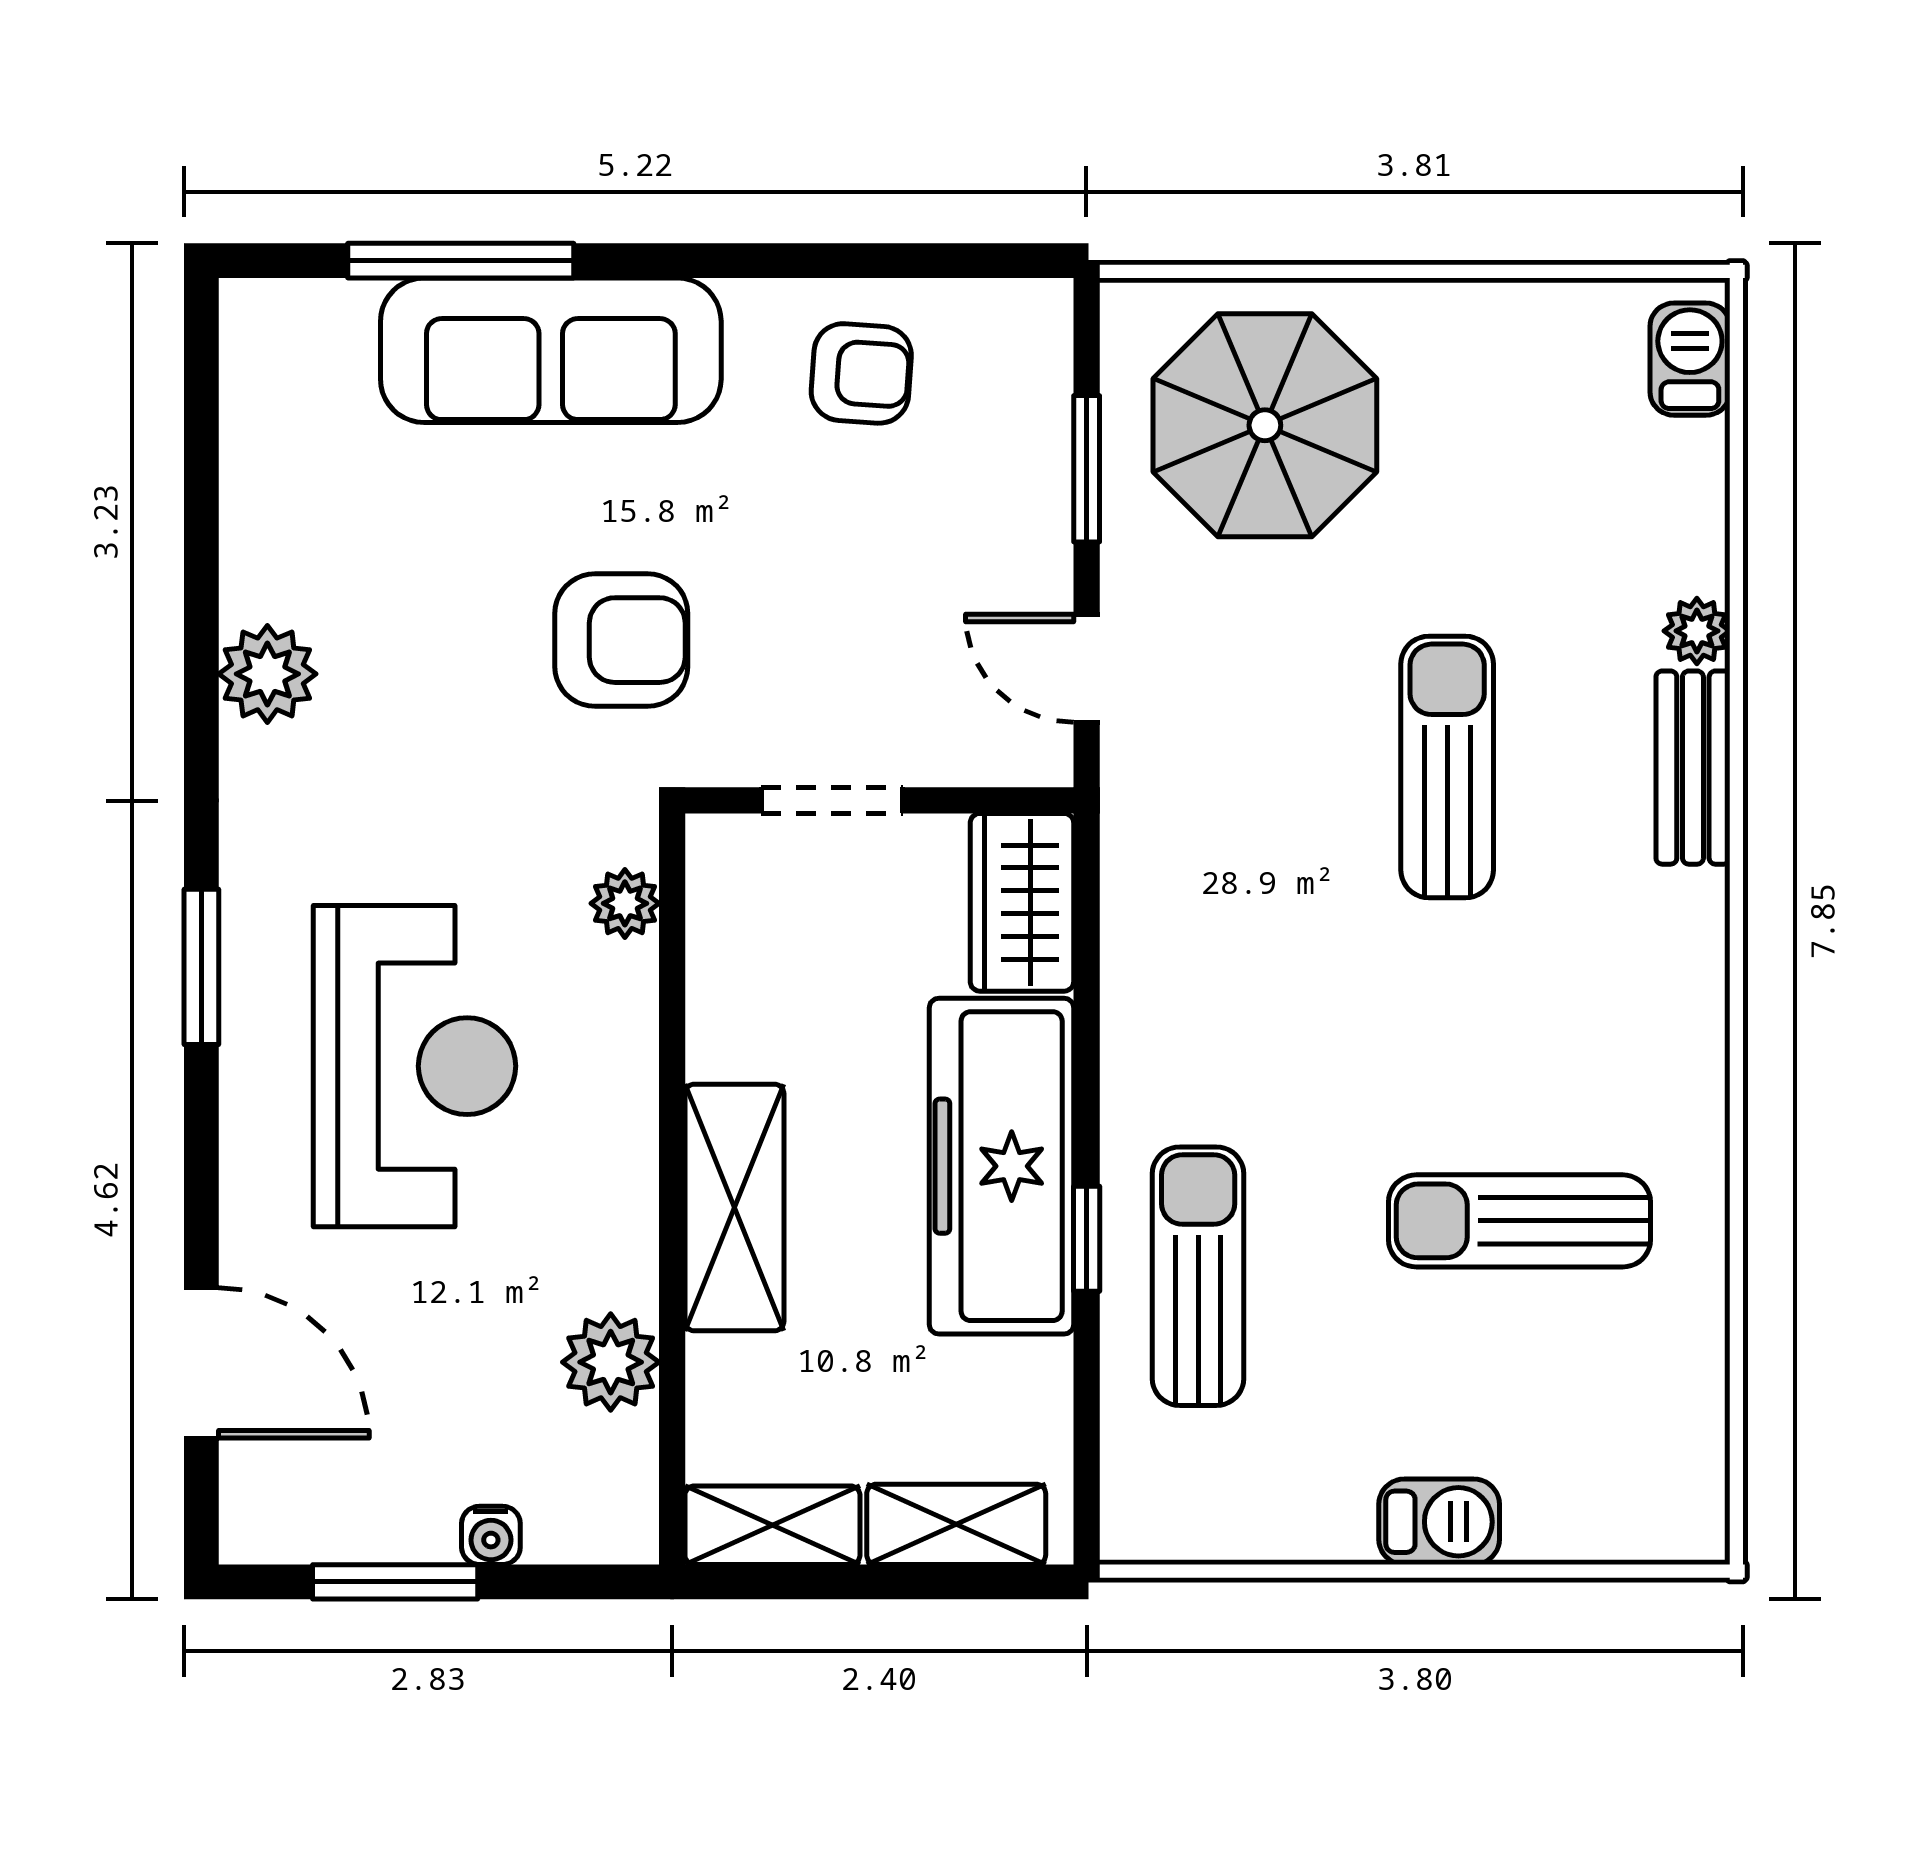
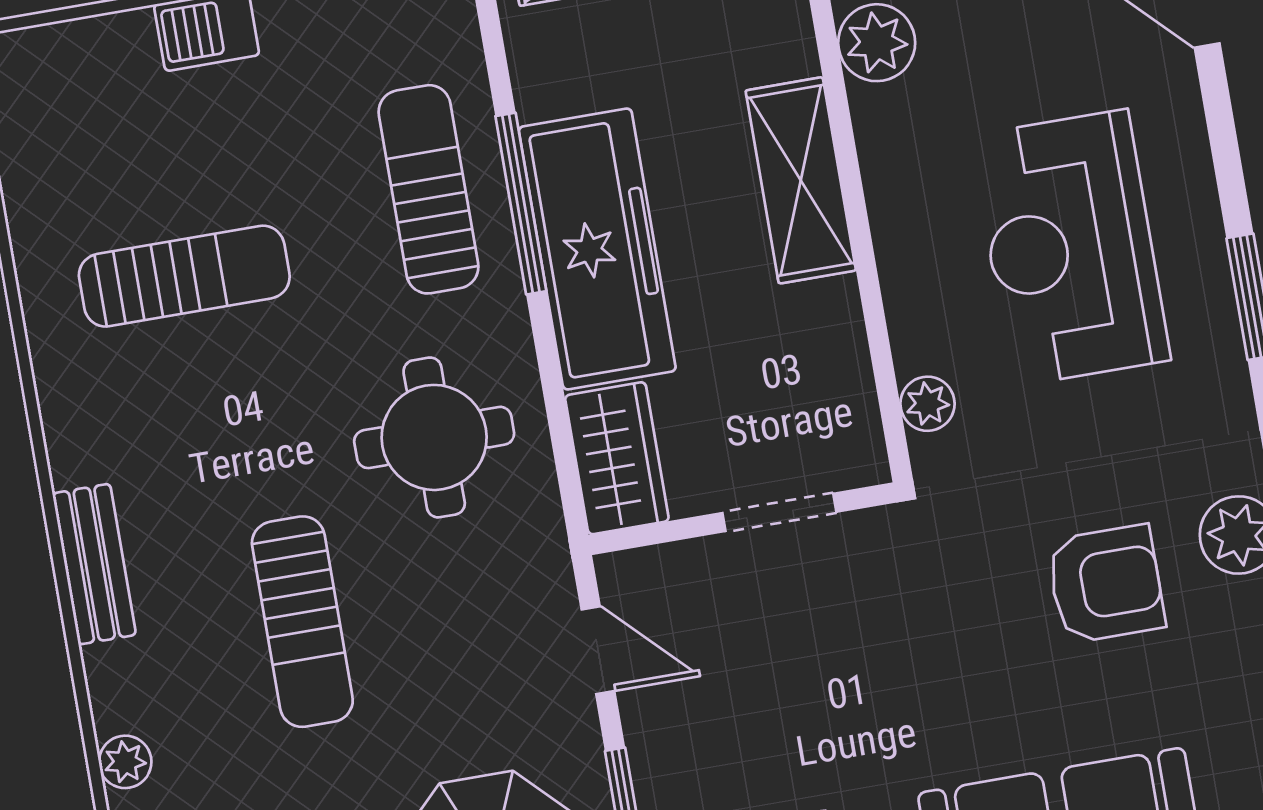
armchair: (621, 640) -> (1106, 584), moved, turned 180
bench: (1693, 768) -> (94, 564), moved
round table: (1244, 967) -> (434, 437), added
window: (1087, 1239) -> (521, 204), width x2.17
sun lounger: (1198, 1276) -> (428, 189), turned 180

